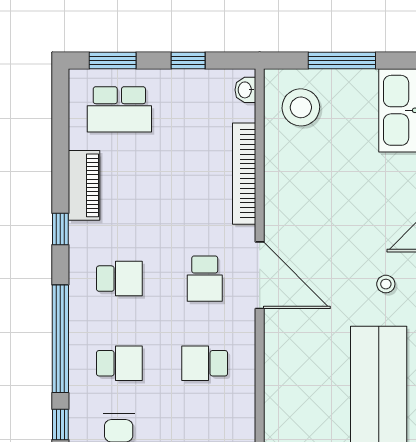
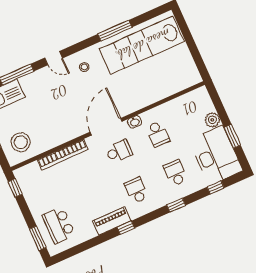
window: (188, 60) -> (15, 188), moved
washbasin: (245, 90) -> (135, 122), moved
school desk: (119, 109) -> (59, 225), turned 180
piano: (84, 185) -> (112, 221), moved
window: (60, 339) -> (176, 205), width x0.32

